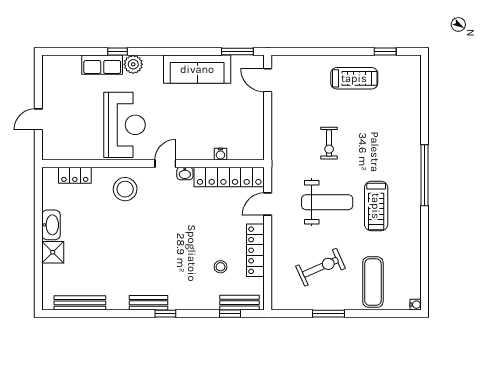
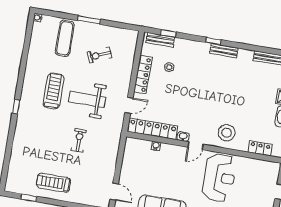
reception desk: (125, 125) -> (219, 178), turned 180
window: (425, 175) -> (16, 107), width x0.32
exercise bike: (321, 267) -> (100, 55), width x0.73, depth x0.72
window: (328, 314) -> (89, 20), moved

